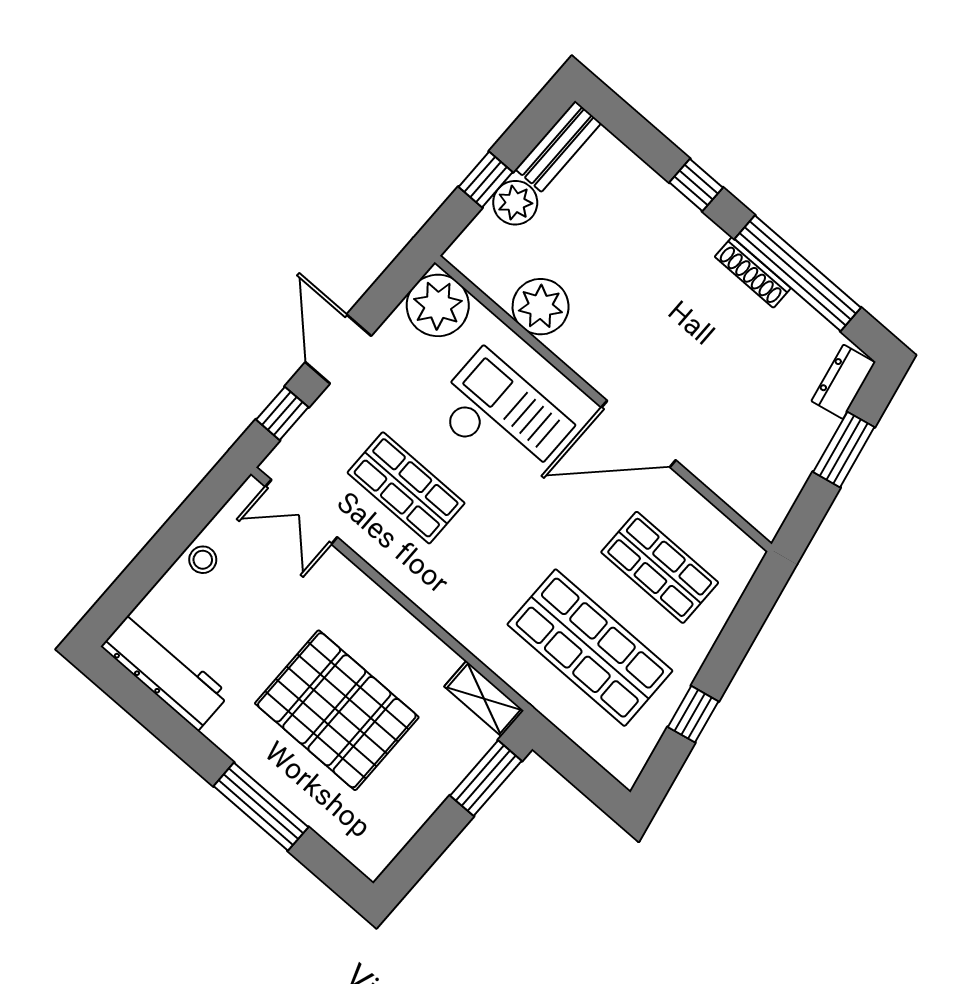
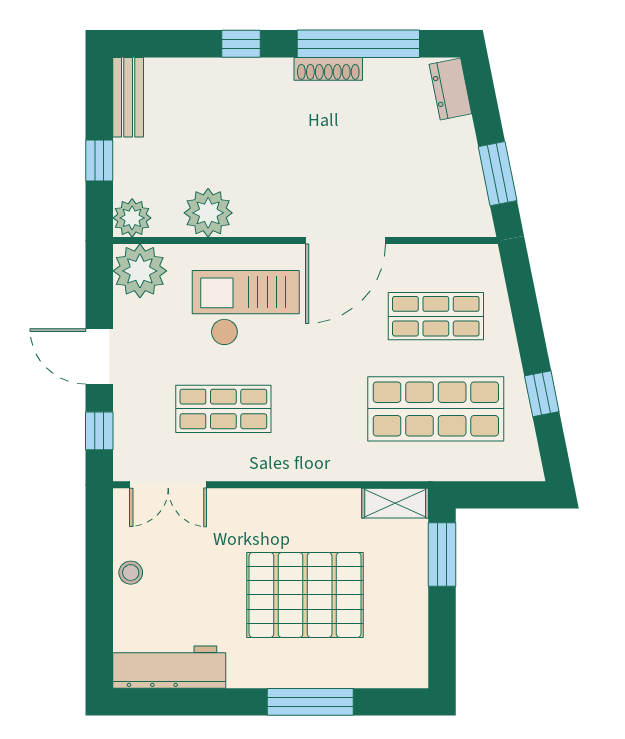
plant: (515, 203) -> (132, 218), moved
window: (844, 450) -> (498, 174), moved

